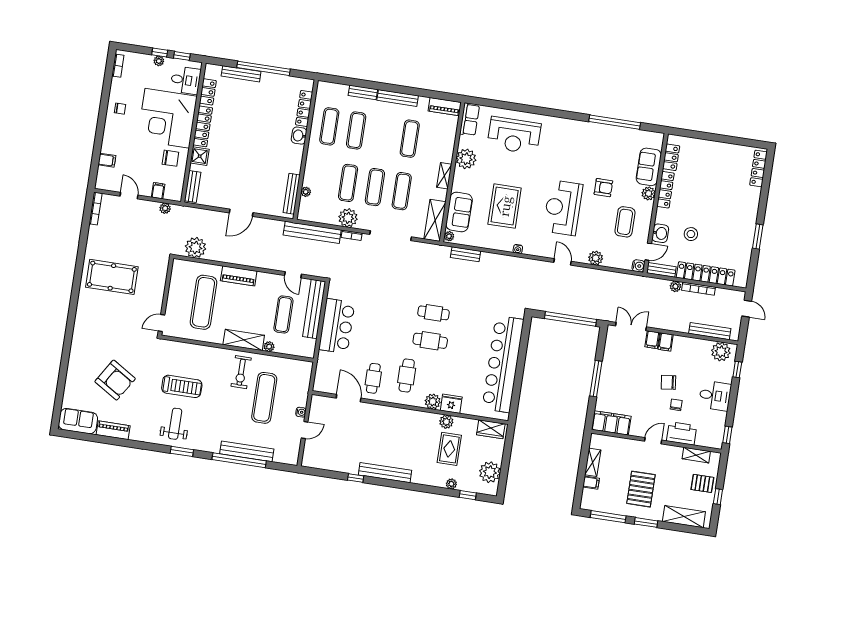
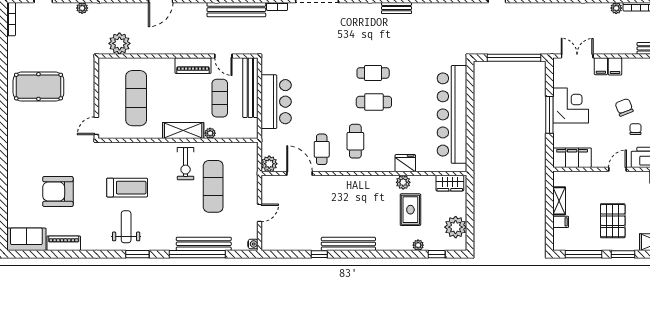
piano: (239, 276) -> (193, 66), moved
corner desk: (617, 373) -> (571, 106), added
armchair: (115, 380) -> (58, 192), turned 148
chair: (668, 382) -> (624, 107), turned 76
plant: (433, 402) -> (269, 164), moved
water cooler: (301, 412) -> (253, 244), moved

